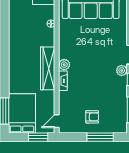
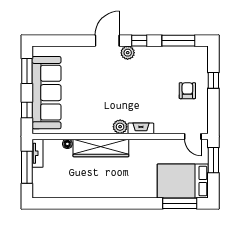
wardrobe: (48, 68) -> (101, 148), moved
window: (100, 137) -> (213, 80), width x0.46

